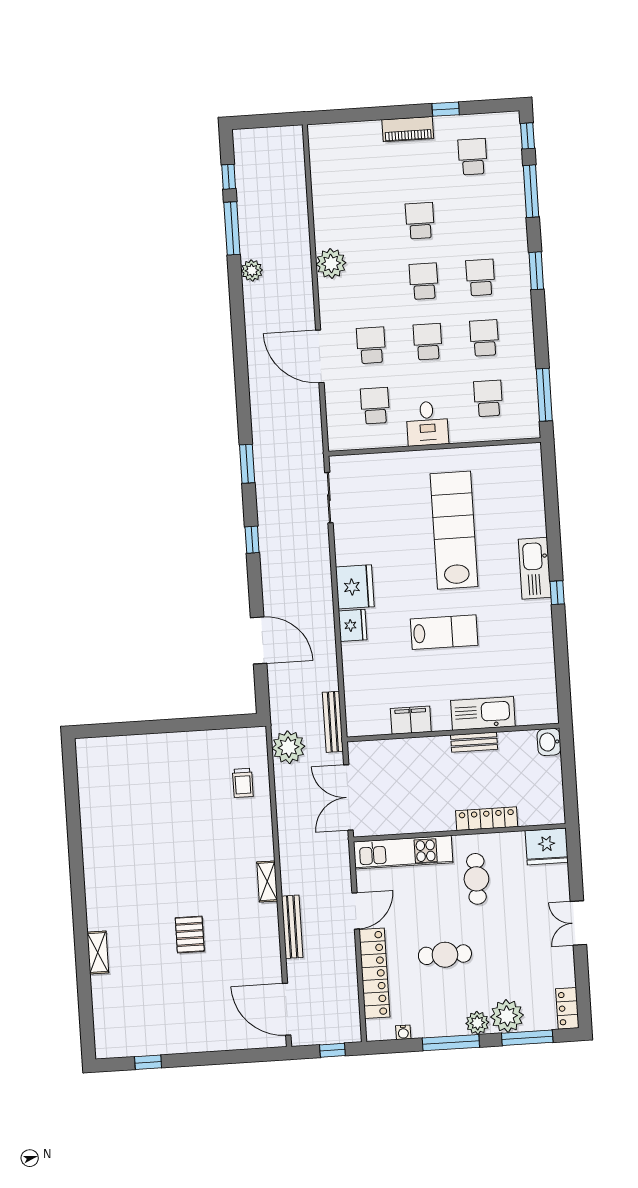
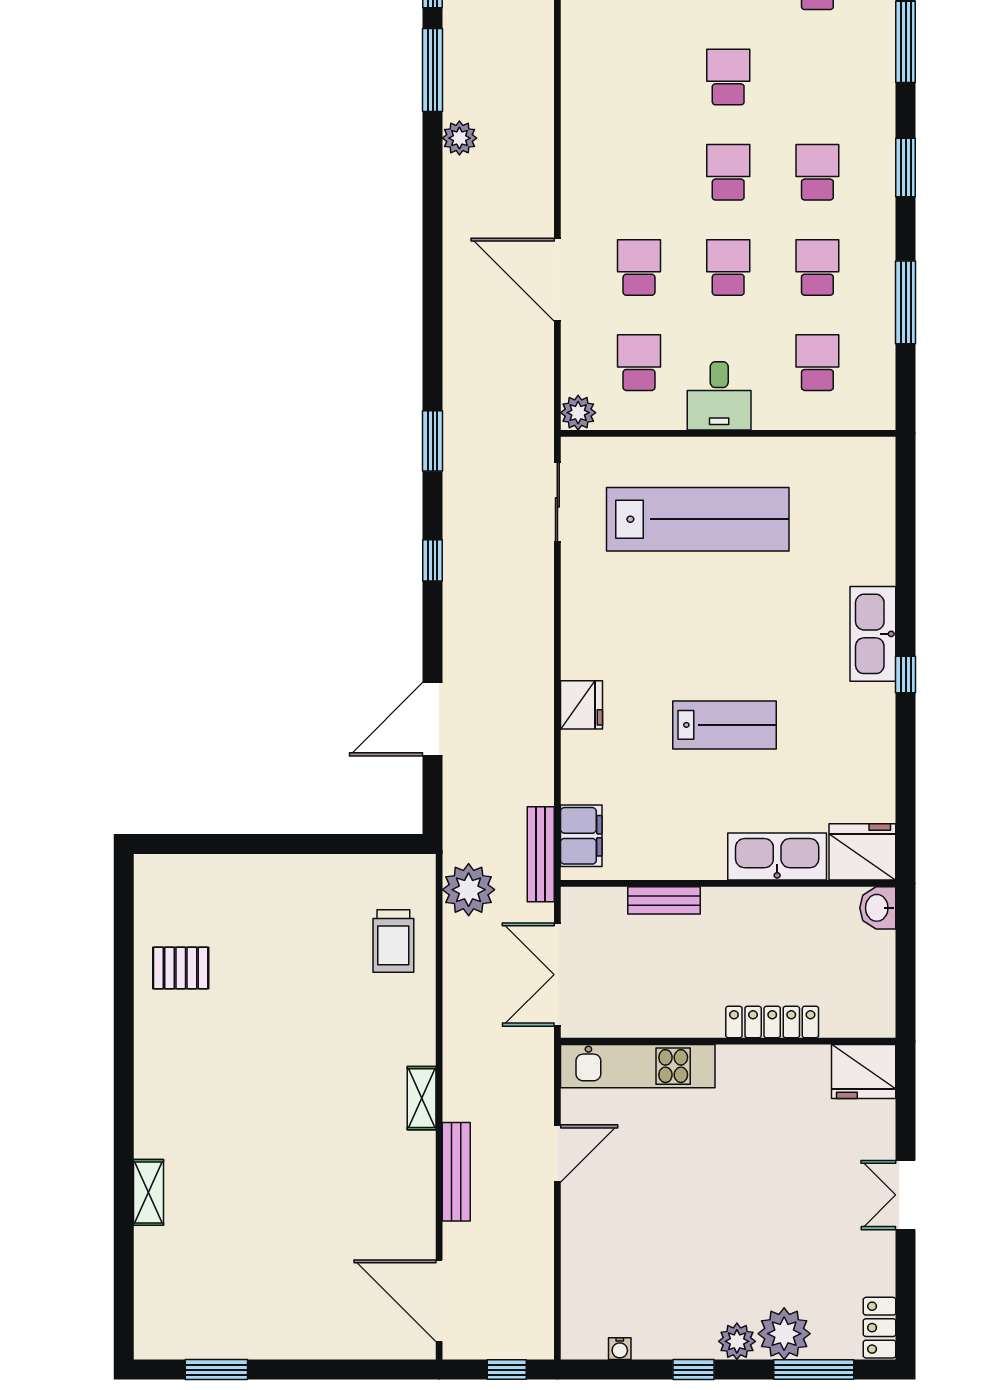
plant: (331, 263) -> (578, 413), moved, width x0.73, depth x0.73
window: (544, 395) -> (906, 302), moved
lab bench: (454, 530) -> (698, 519), moved, turned 90
fridge: (355, 587) -> (862, 852), moved, turned -90
door: (259, 640) -> (433, 719), swing flipped
filing cabinet: (411, 720) -> (581, 836), moved, turned 90
bench: (474, 742) -> (664, 900), moved
trolley: (243, 783) -> (393, 941), width x1.36, depth x1.39
cafe table: (476, 879) -> (750, 1115), removed
pallet: (190, 934) -> (181, 968), moved, turned 90
cafe table: (445, 955) -> (693, 1231), removed
locker: (374, 973) -> (581, 1253), removed
window: (451, 1043) -> (693, 1370), width x0.46
window: (148, 1062) -> (216, 1370), width x1.50

